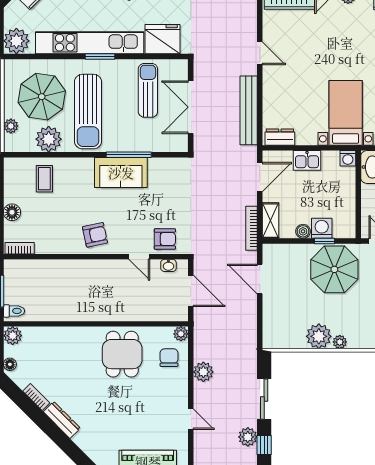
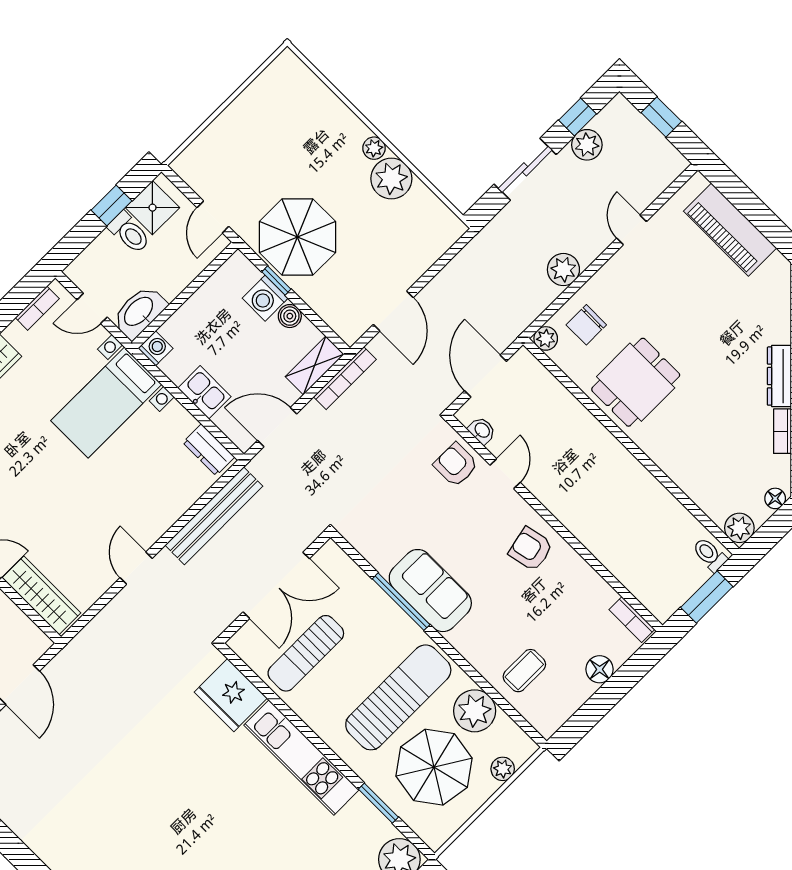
kitchen unit: (90, 43) -> (301, 758), width x0.73
window: (100, 56) -> (378, 803), moved

